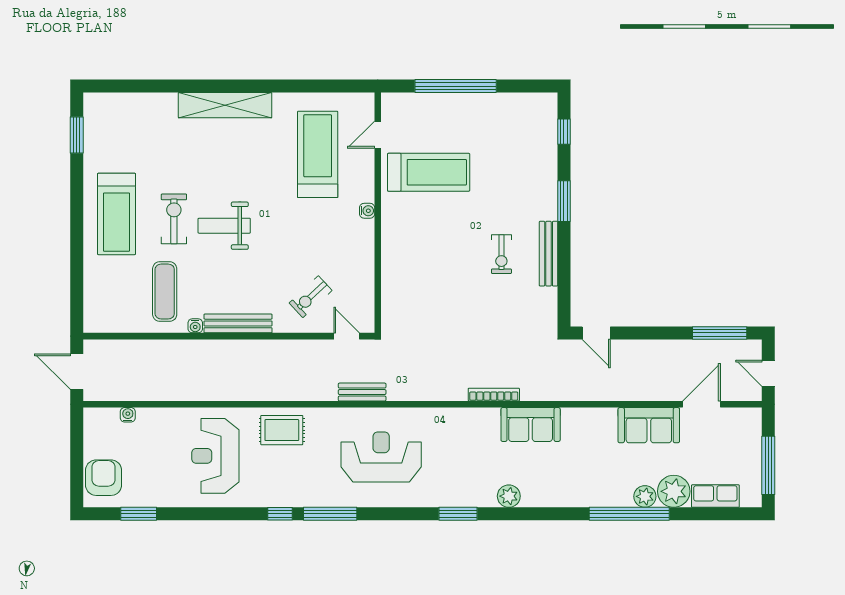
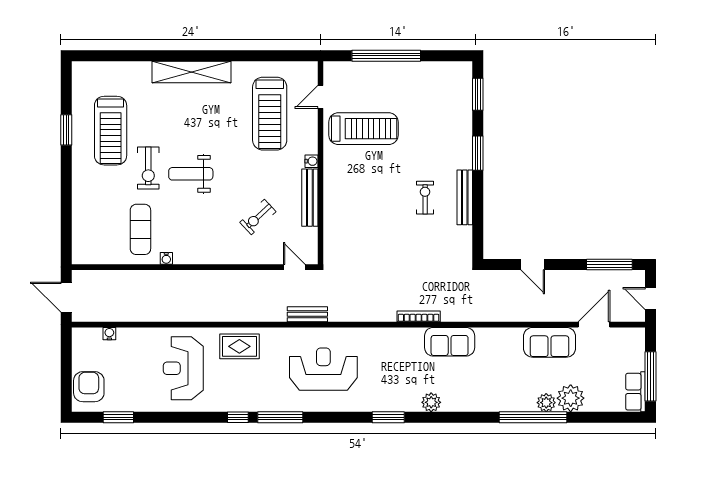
window: (564, 132) -> (478, 94), width x1.50
window: (77, 135) -> (66, 130), moved
treadmill: (318, 154) -> (270, 114), turned 180
treadmill: (117, 214) -> (111, 131), moved
exercise bike: (174, 219) -> (148, 168), turned 180
exercise bike: (501, 254) -> (425, 198), turned 180
exercise bike: (311, 297) -> (258, 217), moved
bench: (238, 323) -> (310, 198), moved, turned 90
door: (596, 333) -> (533, 264), moved
row of seats: (715, 496) -> (635, 392), moved, turned -90

